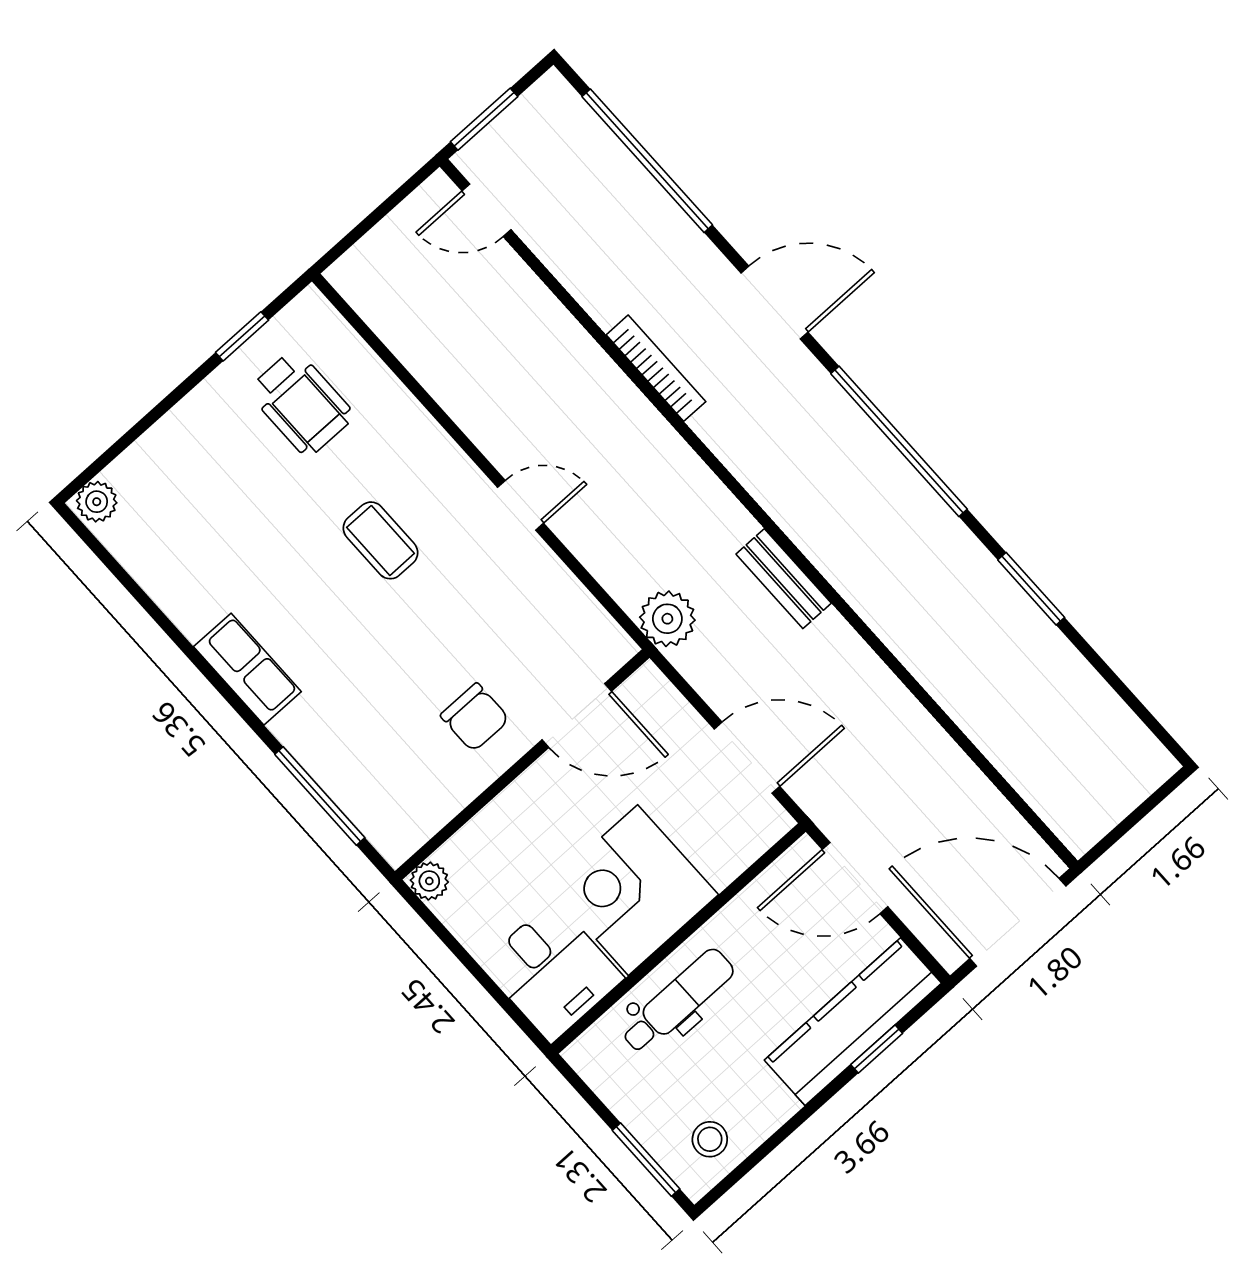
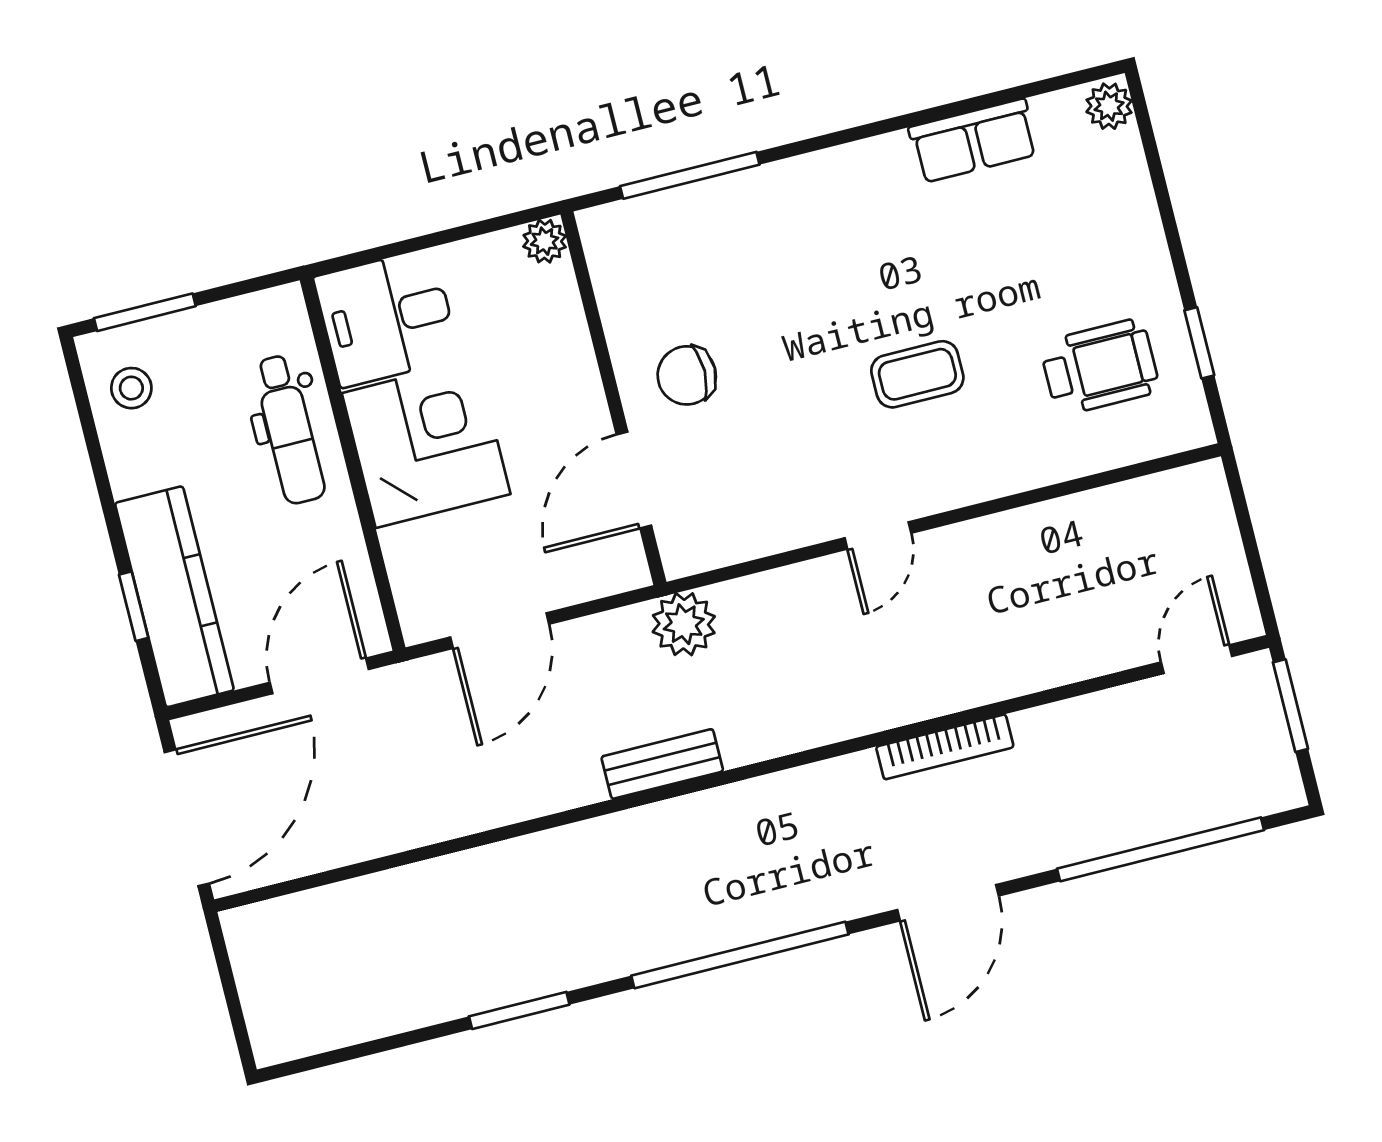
wheelchair: (301, 403) -> (1100, 367), turned 180
row of seats: (247, 669) -> (973, 141), moved

